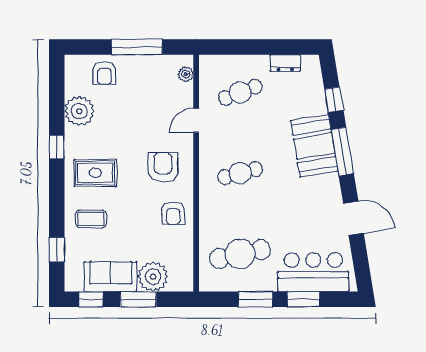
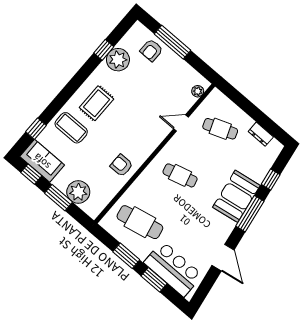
window: (137, 47) -> (172, 42), moved
window: (57, 147) -> (104, 50), moved
armchair: (163, 167) -> (138, 134), removed
rug: (95, 173) -> (97, 103), turned 90
armchair: (173, 213) -> (121, 165), turned 90
coffee table: (91, 219) -> (71, 128), width x1.36, depth x1.30
sofa: (111, 277) -> (42, 161), moved

